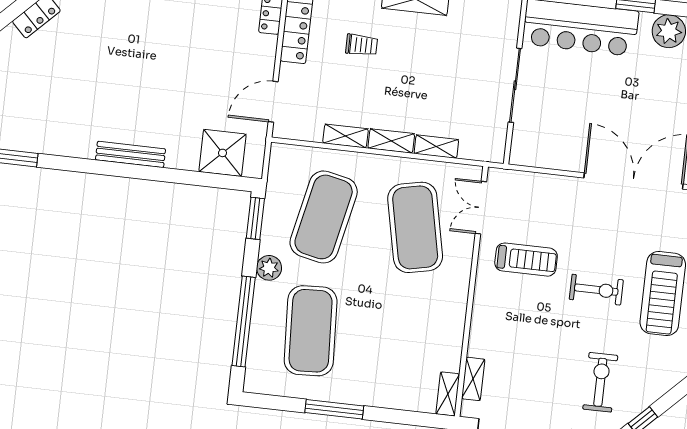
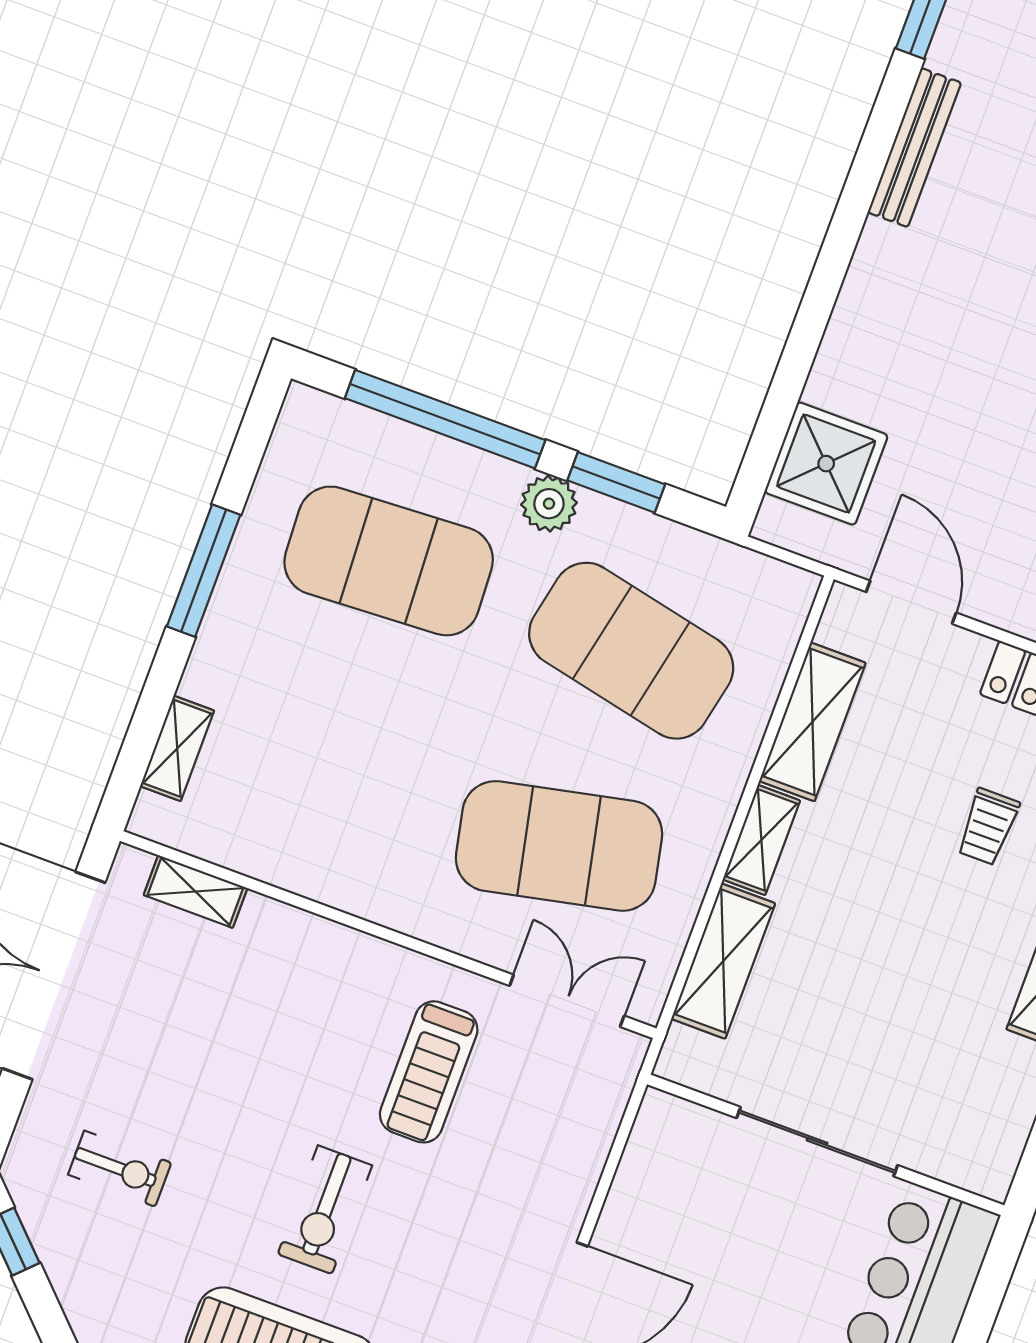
shelving: (346, 136) -> (812, 722), width x1.50, depth x1.33
shelving: (436, 147) -> (723, 961), width x1.50, depth x1.33
bench: (131, 154) -> (914, 148), moved
window: (255, 218) -> (616, 482), moved
exercise bike: (600, 382) -> (120, 1169), width x0.73, depth x0.72
shelving: (448, 394) -> (177, 748), moved, turned 90

